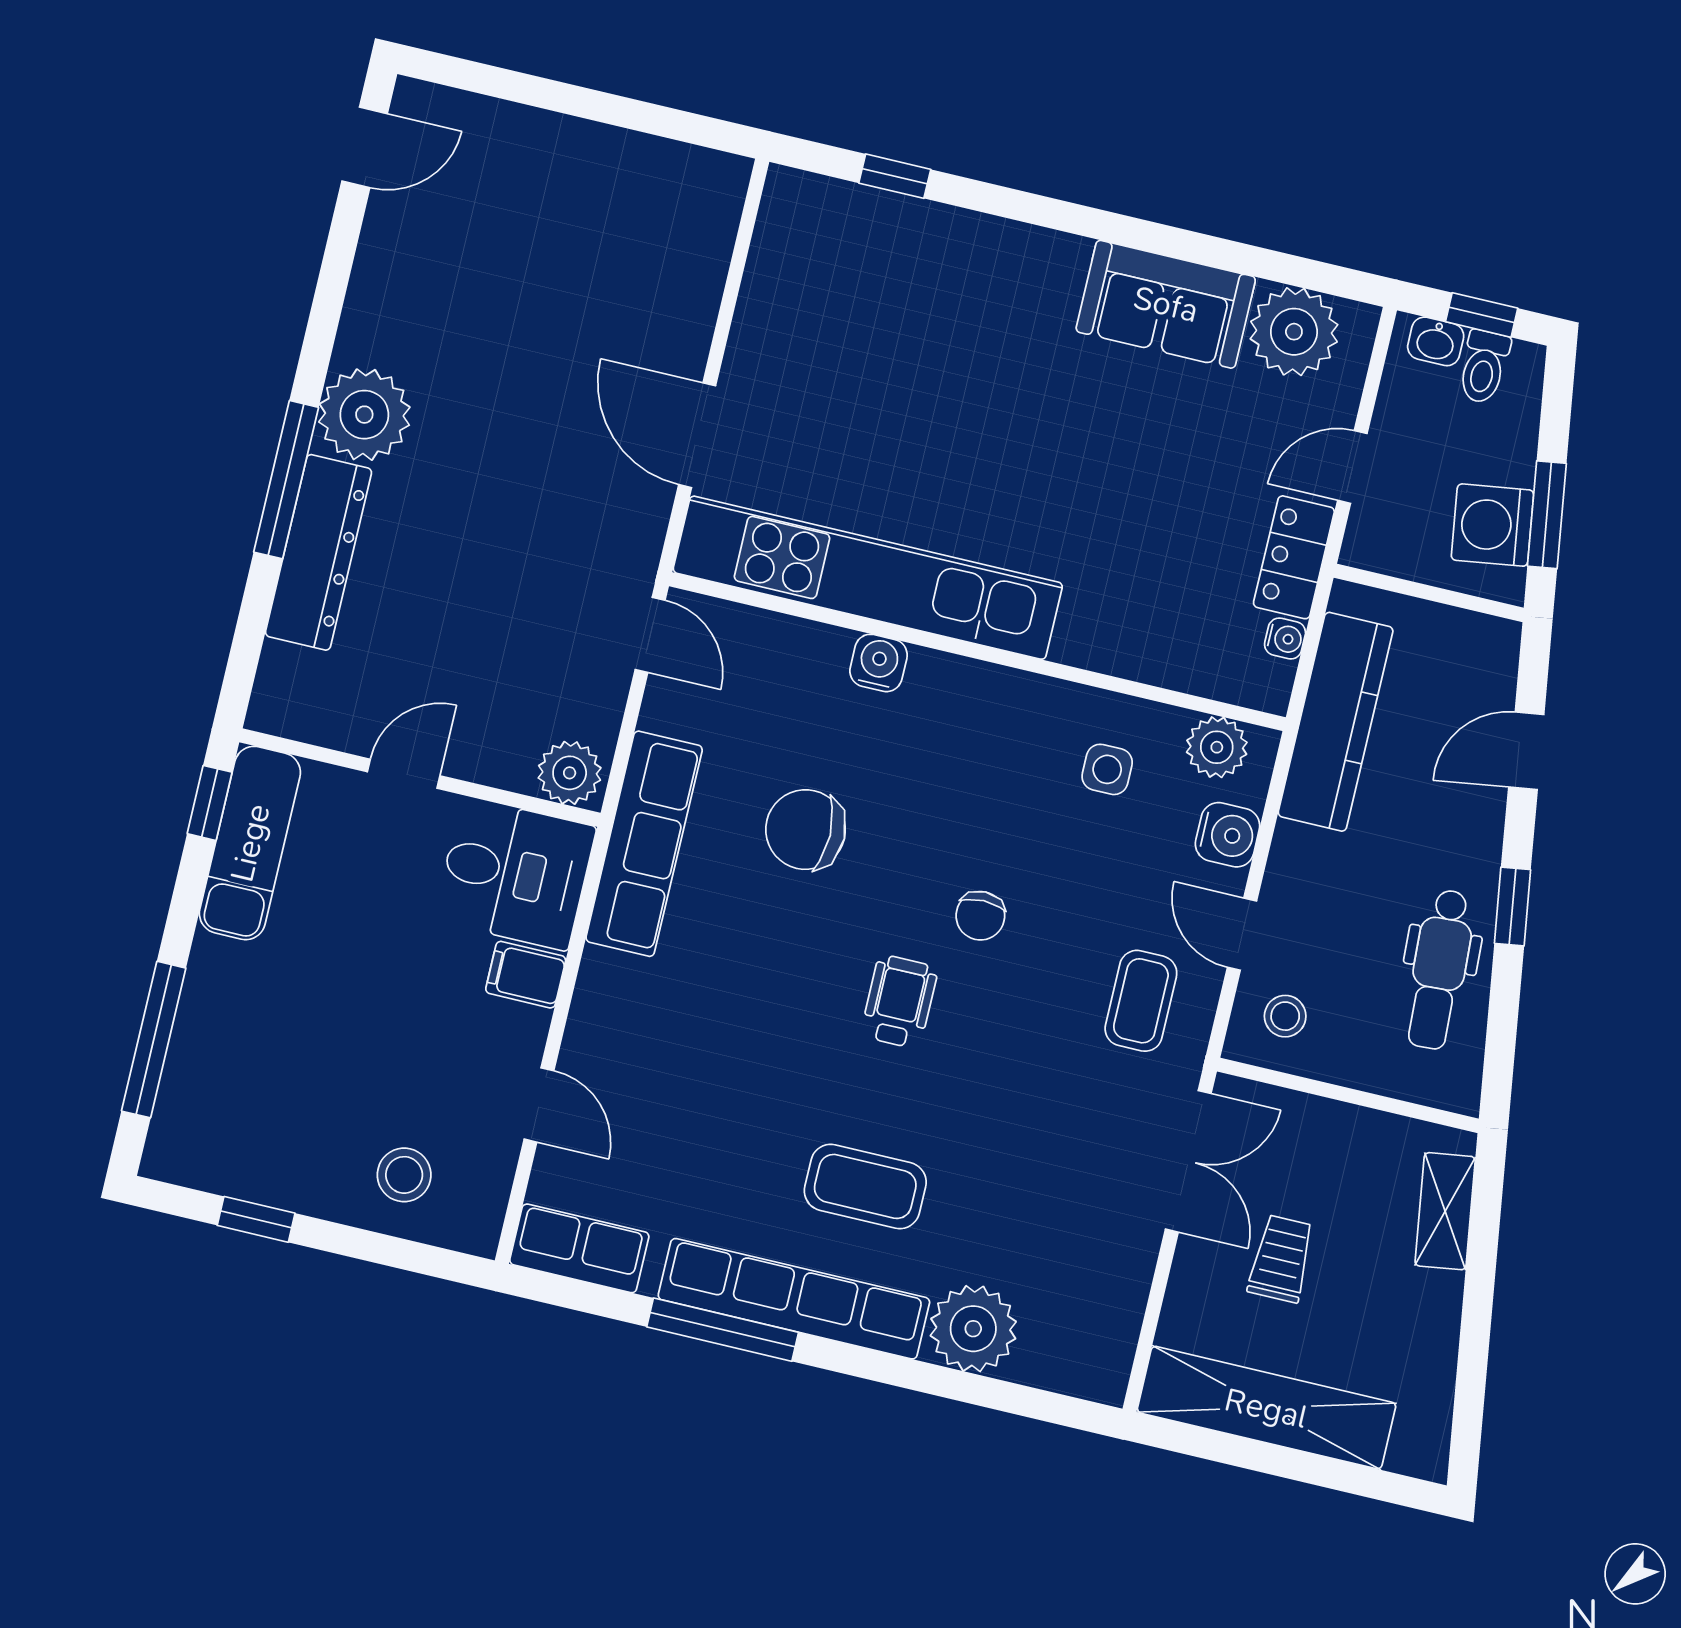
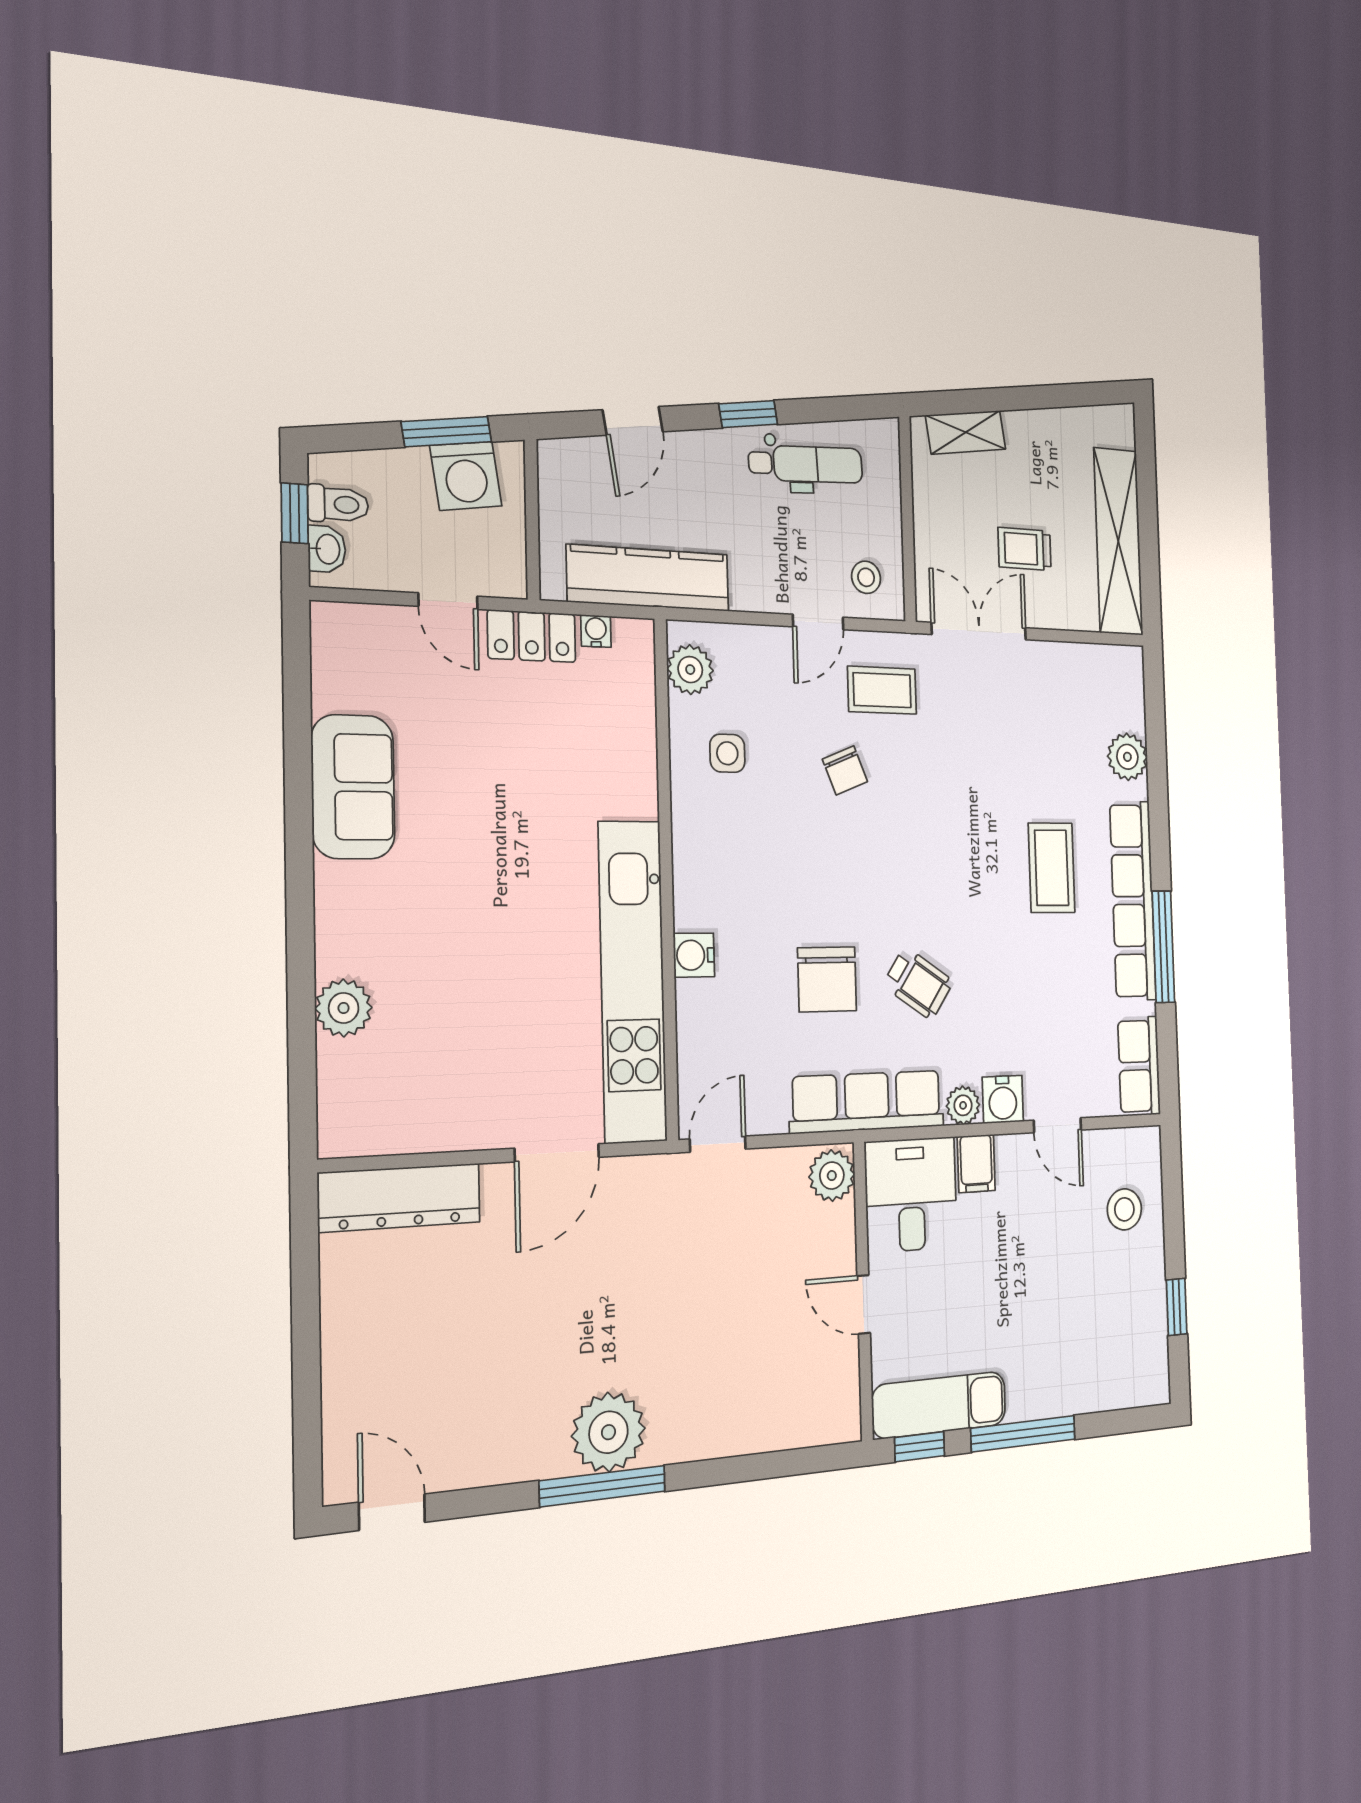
window: (895, 176) -> (302, 1047), removed
plant: (1294, 332) -> (344, 1008), moved, width x0.73, depth x0.73
window: (286, 480) -> (603, 1486), moved
dresser: (319, 552) -> (400, 1198), moved, turned 180
door: (1526, 751) -> (633, 421), hinge flipped
water cooler: (1228, 835) -> (1003, 1099), moved, turned 180
chair: (980, 916) -> (845, 770), moved, turned 68
plant: (602, 976) -> (963, 1105), added
wheelchair: (899, 1002) -> (918, 983), moved, turned -146
window: (154, 1040) -> (1023, 1434), moved
door: (539, 1105) -> (1058, 1125), swing flipped
plant: (973, 1329) -> (1127, 757), width x0.73, depth x0.73

